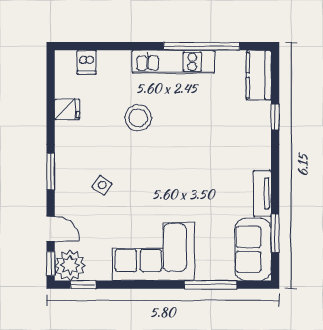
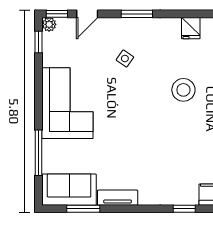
plant: (70, 265) -> (49, 24), width x0.53, depth x0.53

